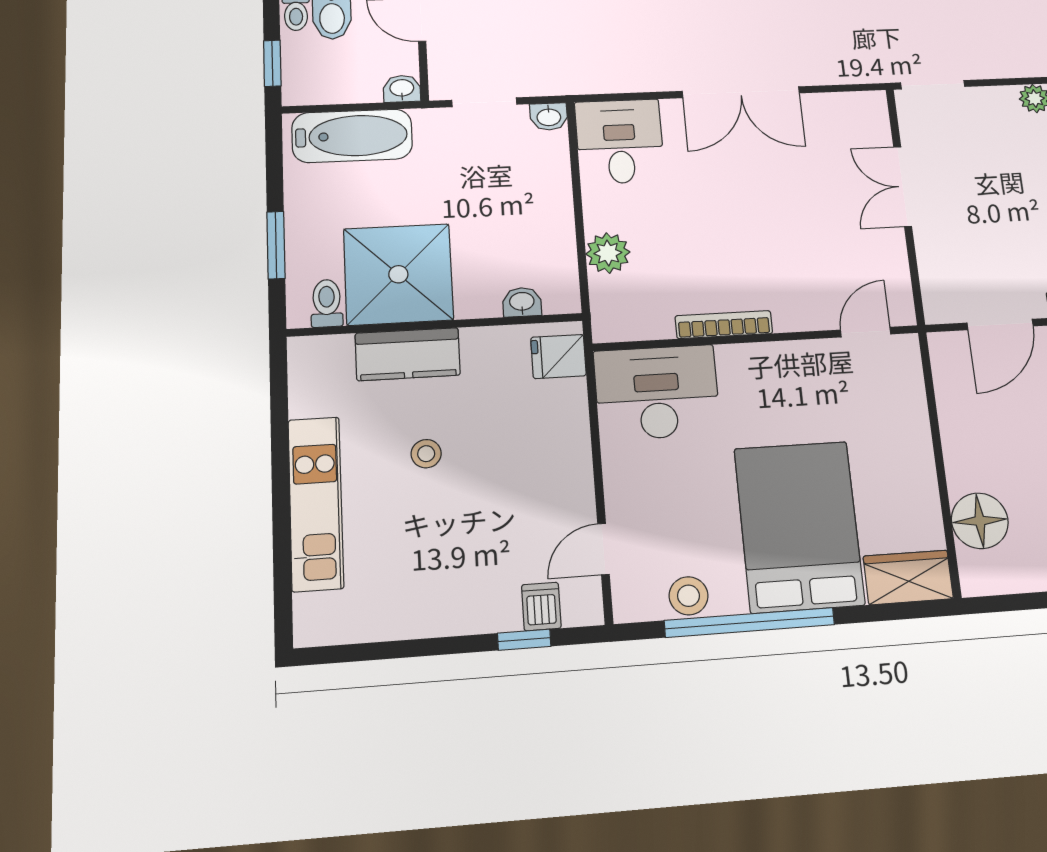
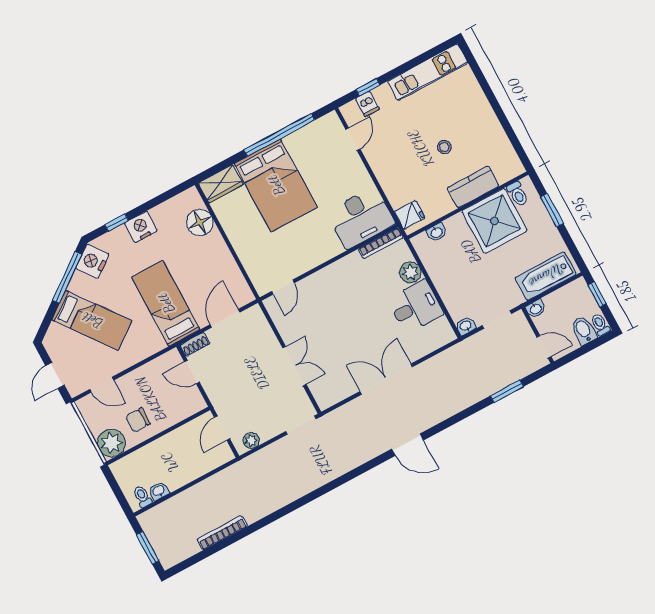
desk: (620, 141) -> (416, 307), moved, turned -90
bookcase: (724, 325) -> (381, 243), moved
kitchen unit: (316, 503) -> (428, 72), moved, turned -90
stool: (688, 596) -> (309, 135), removed

